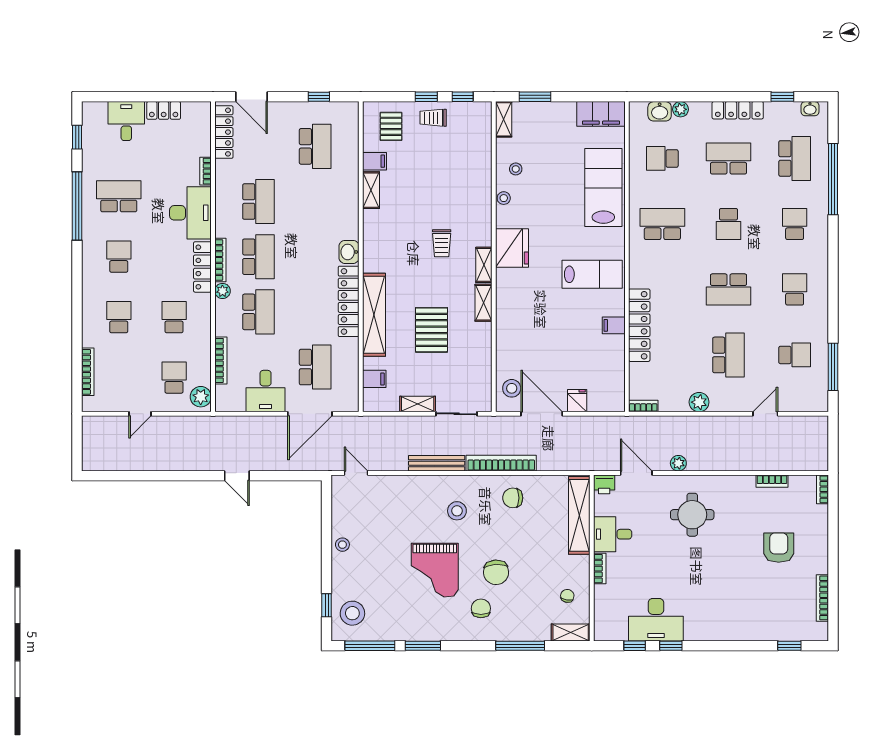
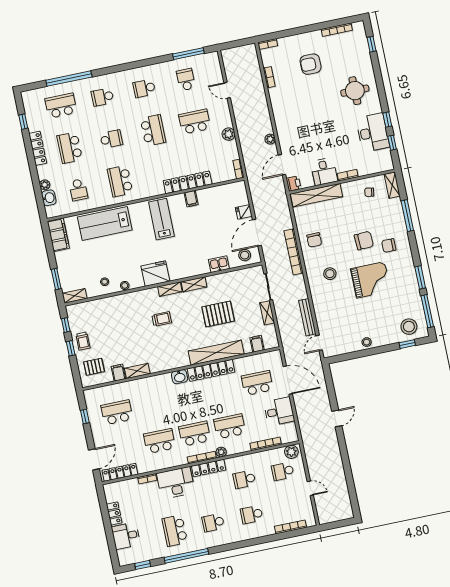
washbasin: (810, 109) -> (27, 103), removed
kitchen sink: (506, 347) -> (219, 264), added
bench: (437, 463) -> (307, 317), moved
round table: (692, 515) -> (355, 91), moved

